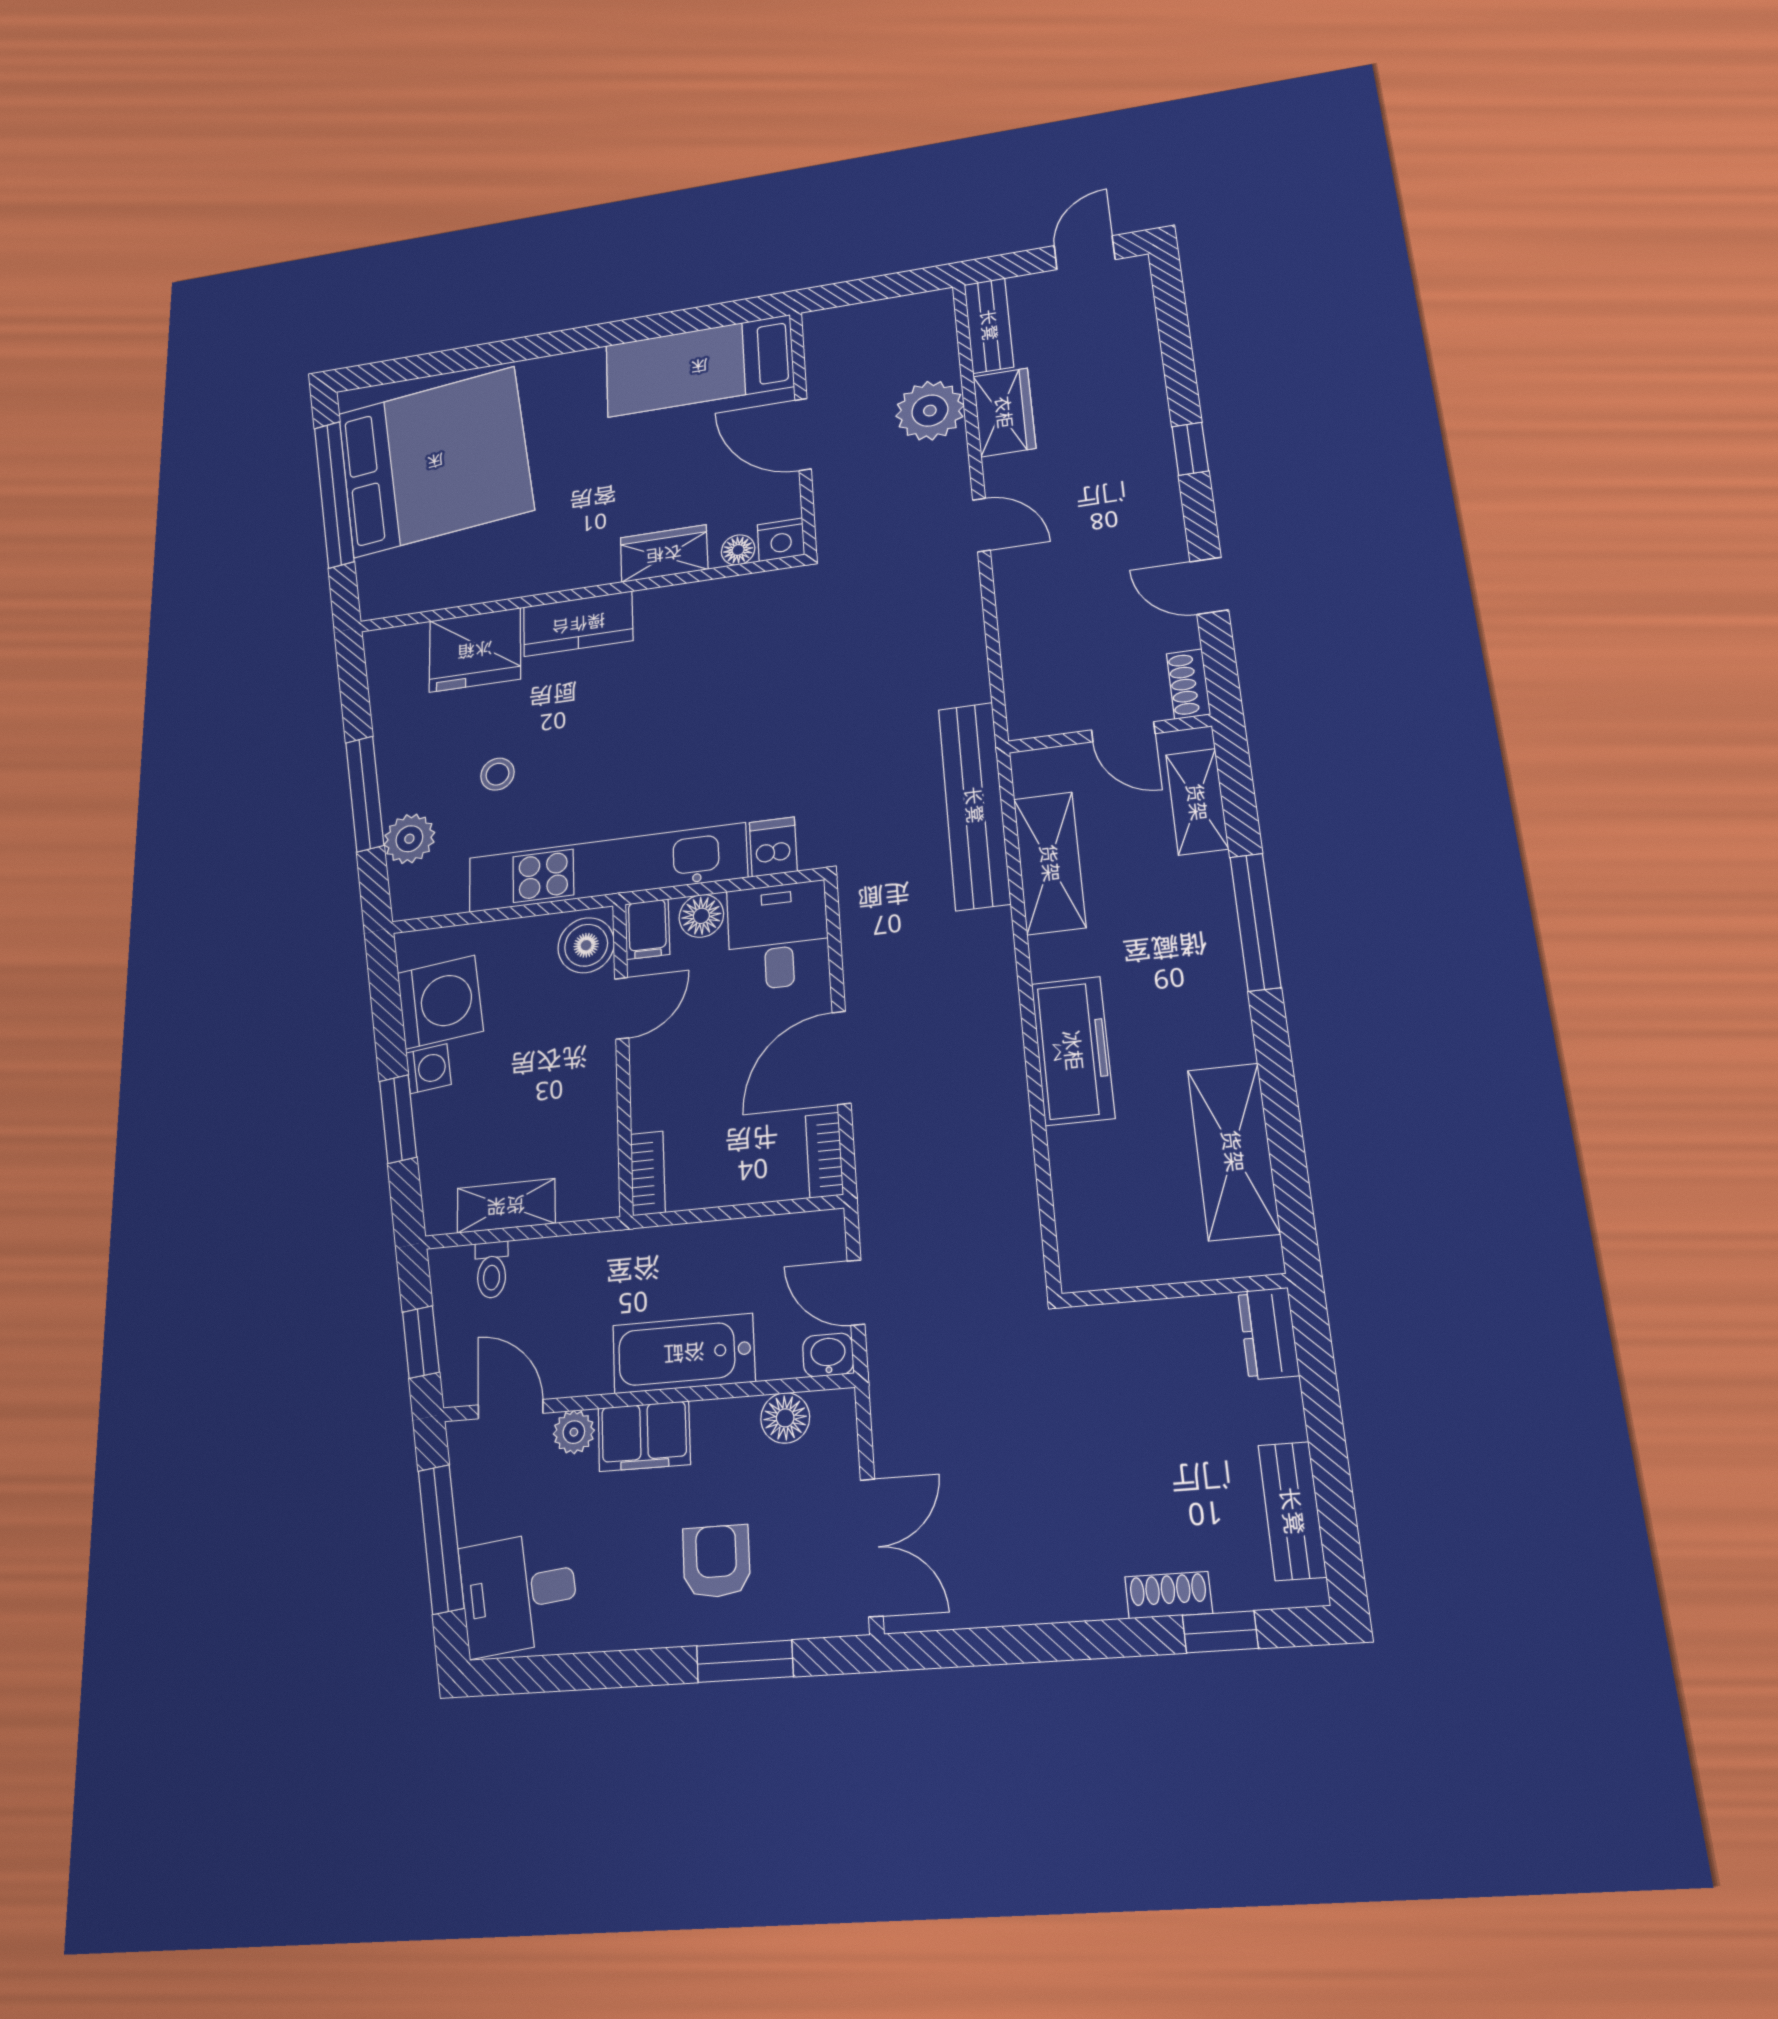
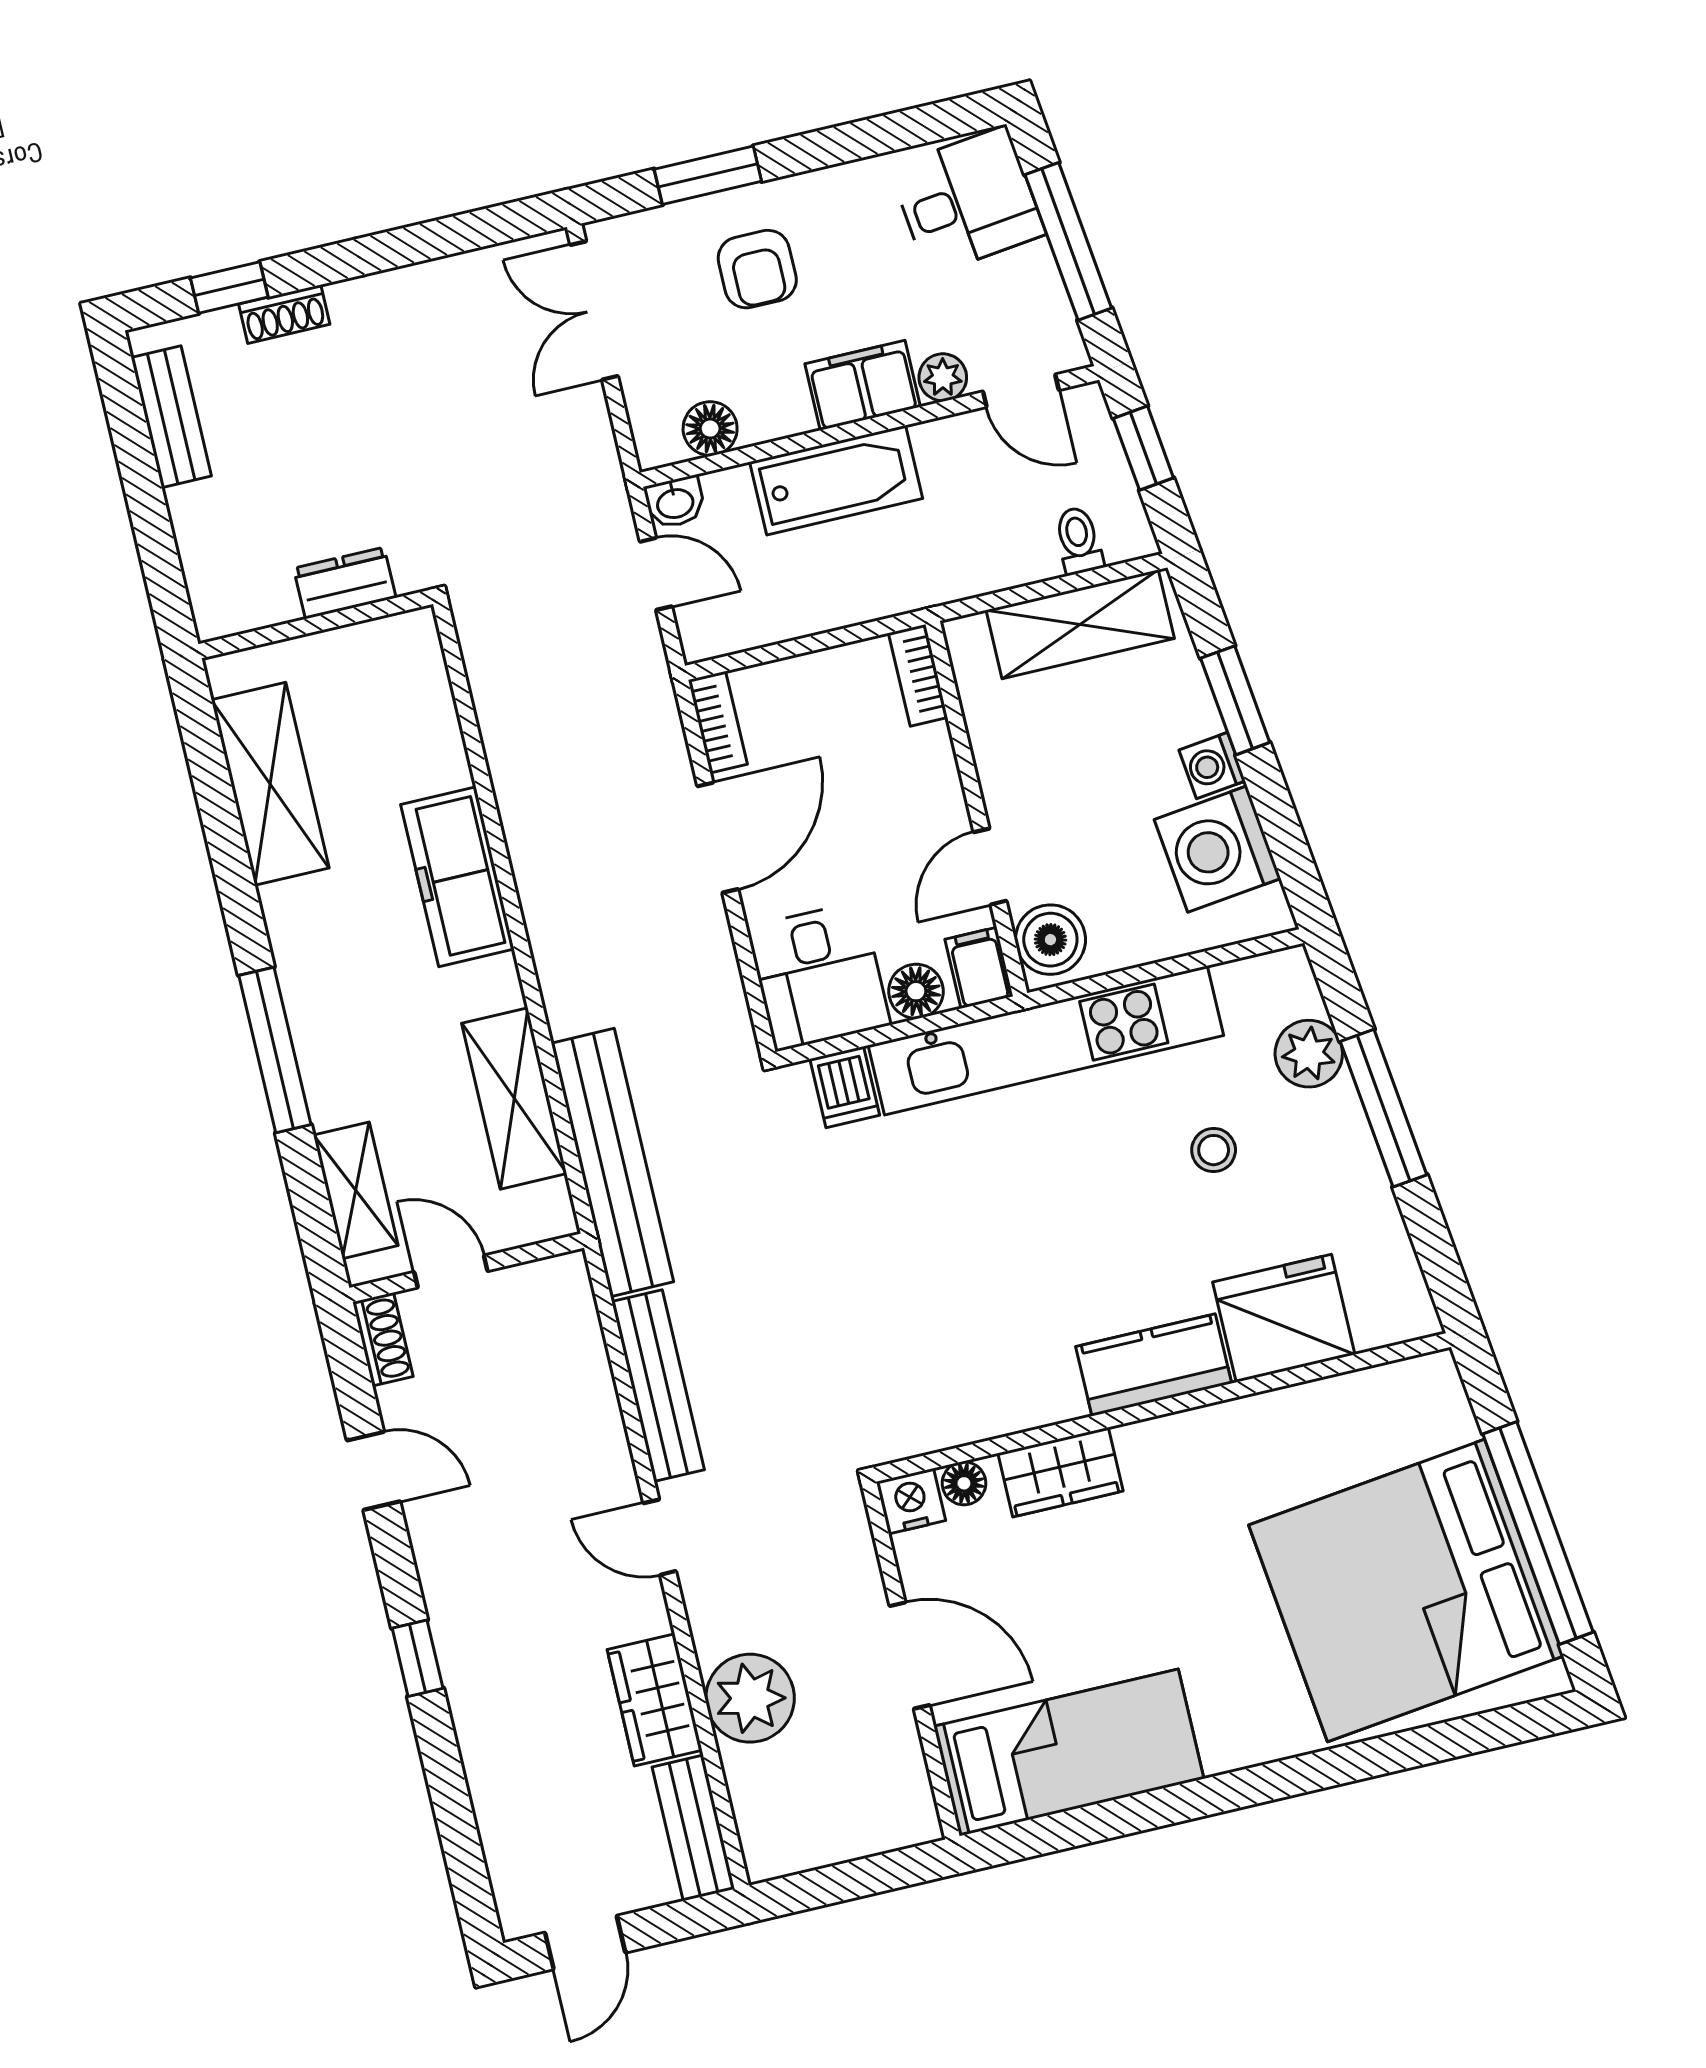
bench: (964, 634) -> (658, 1386), added
shelving: (506, 1206) -> (1080, 624), width x1.50, depth x1.33
dresser: (1269, 1333) -> (345, 583), moved, turned -90

